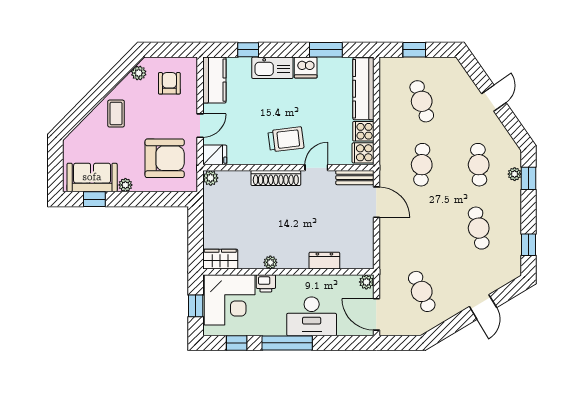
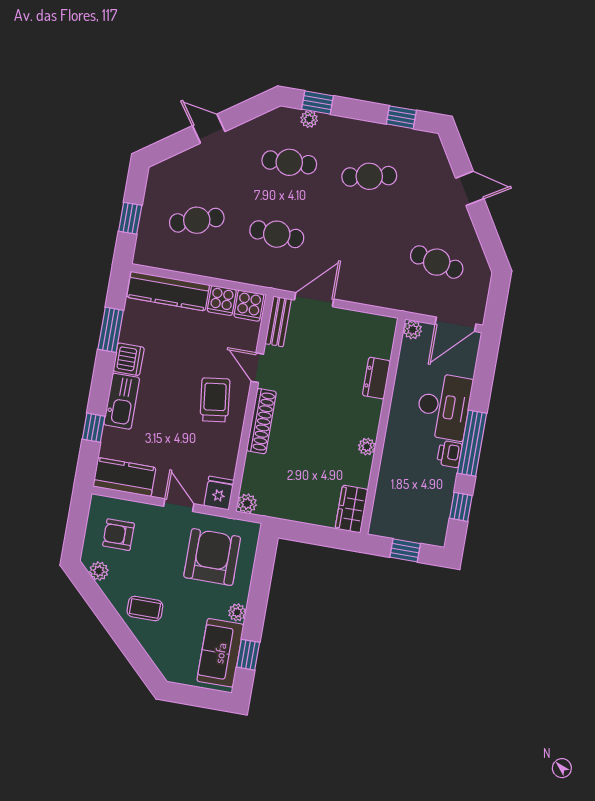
printer: (266, 283) -> (449, 454), moved, turned 180
cafe table: (422, 291) -> (437, 262), turned 36
corner desk: (230, 300) -> (405, 506), removed

